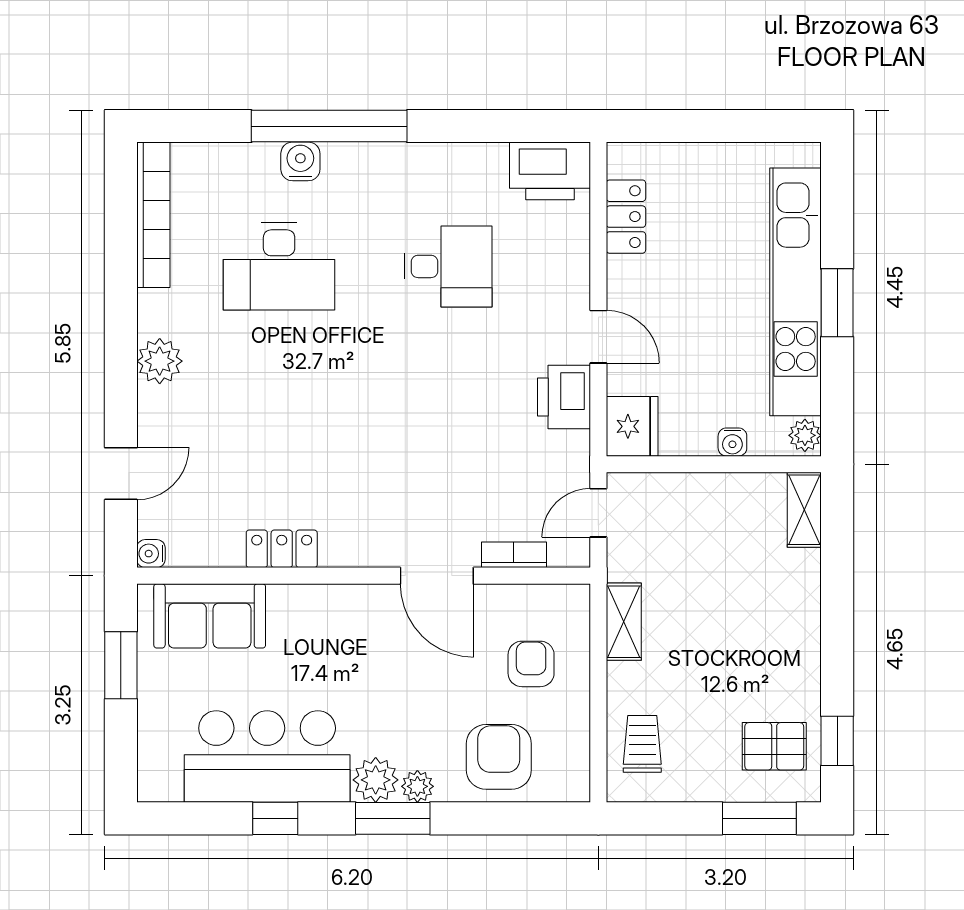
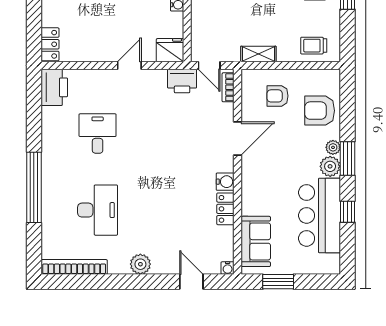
water cooler: (300, 161) -> (225, 182), moved, turned 180
locker: (626, 217) -> (50, 44), moved, turned 90
printer: (564, 397) -> (182, 81), moved
bookcase: (514, 555) -> (228, 87), moved

